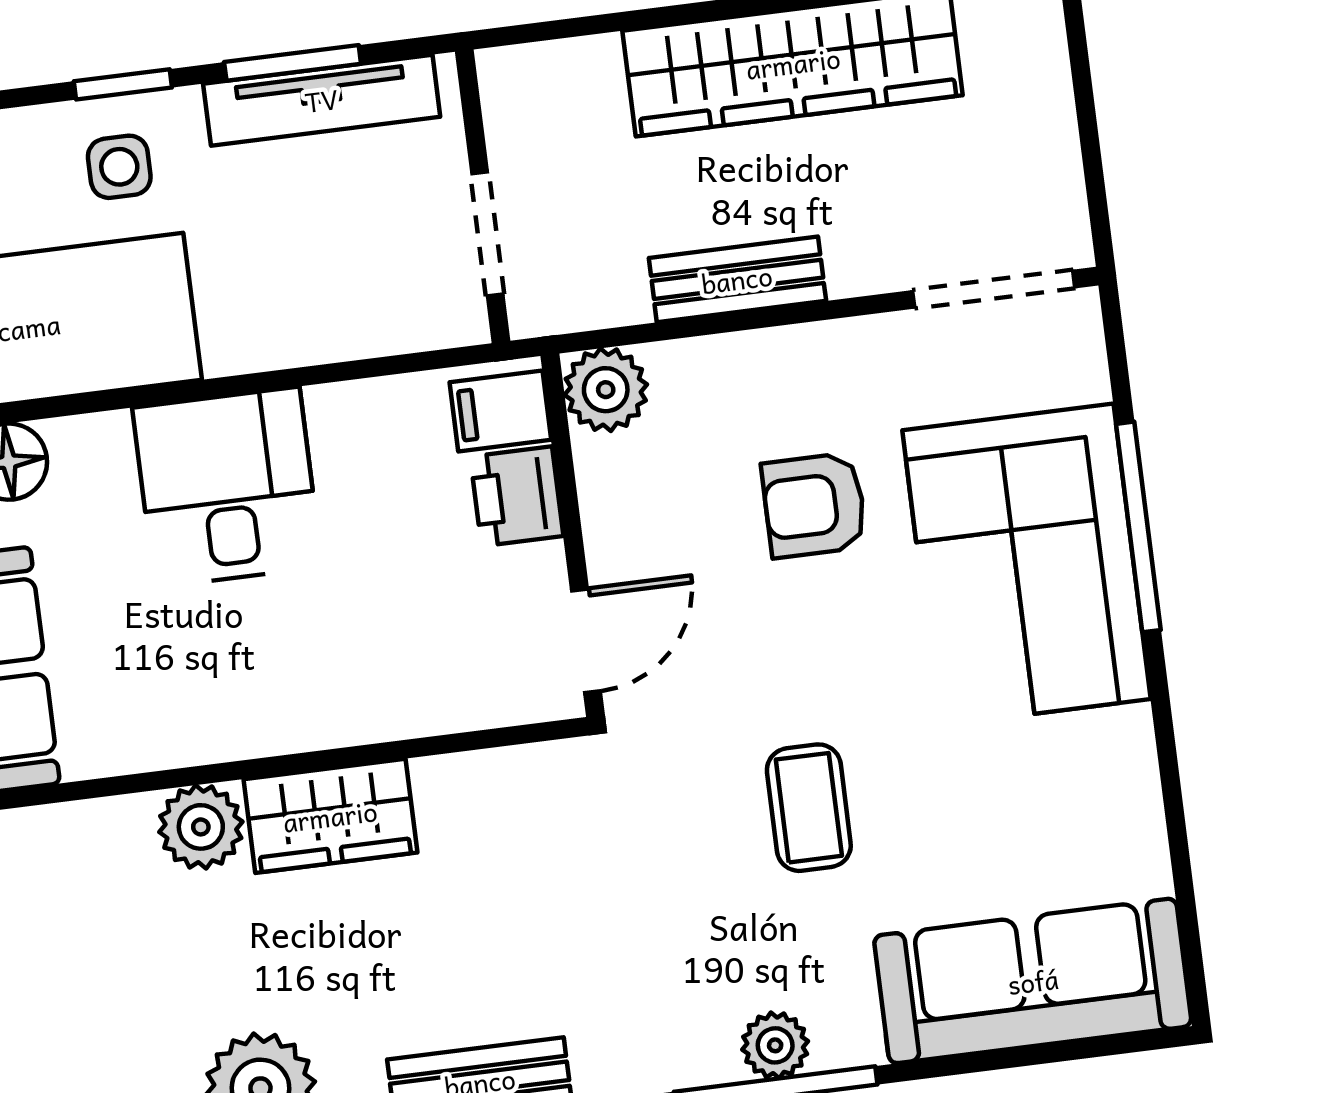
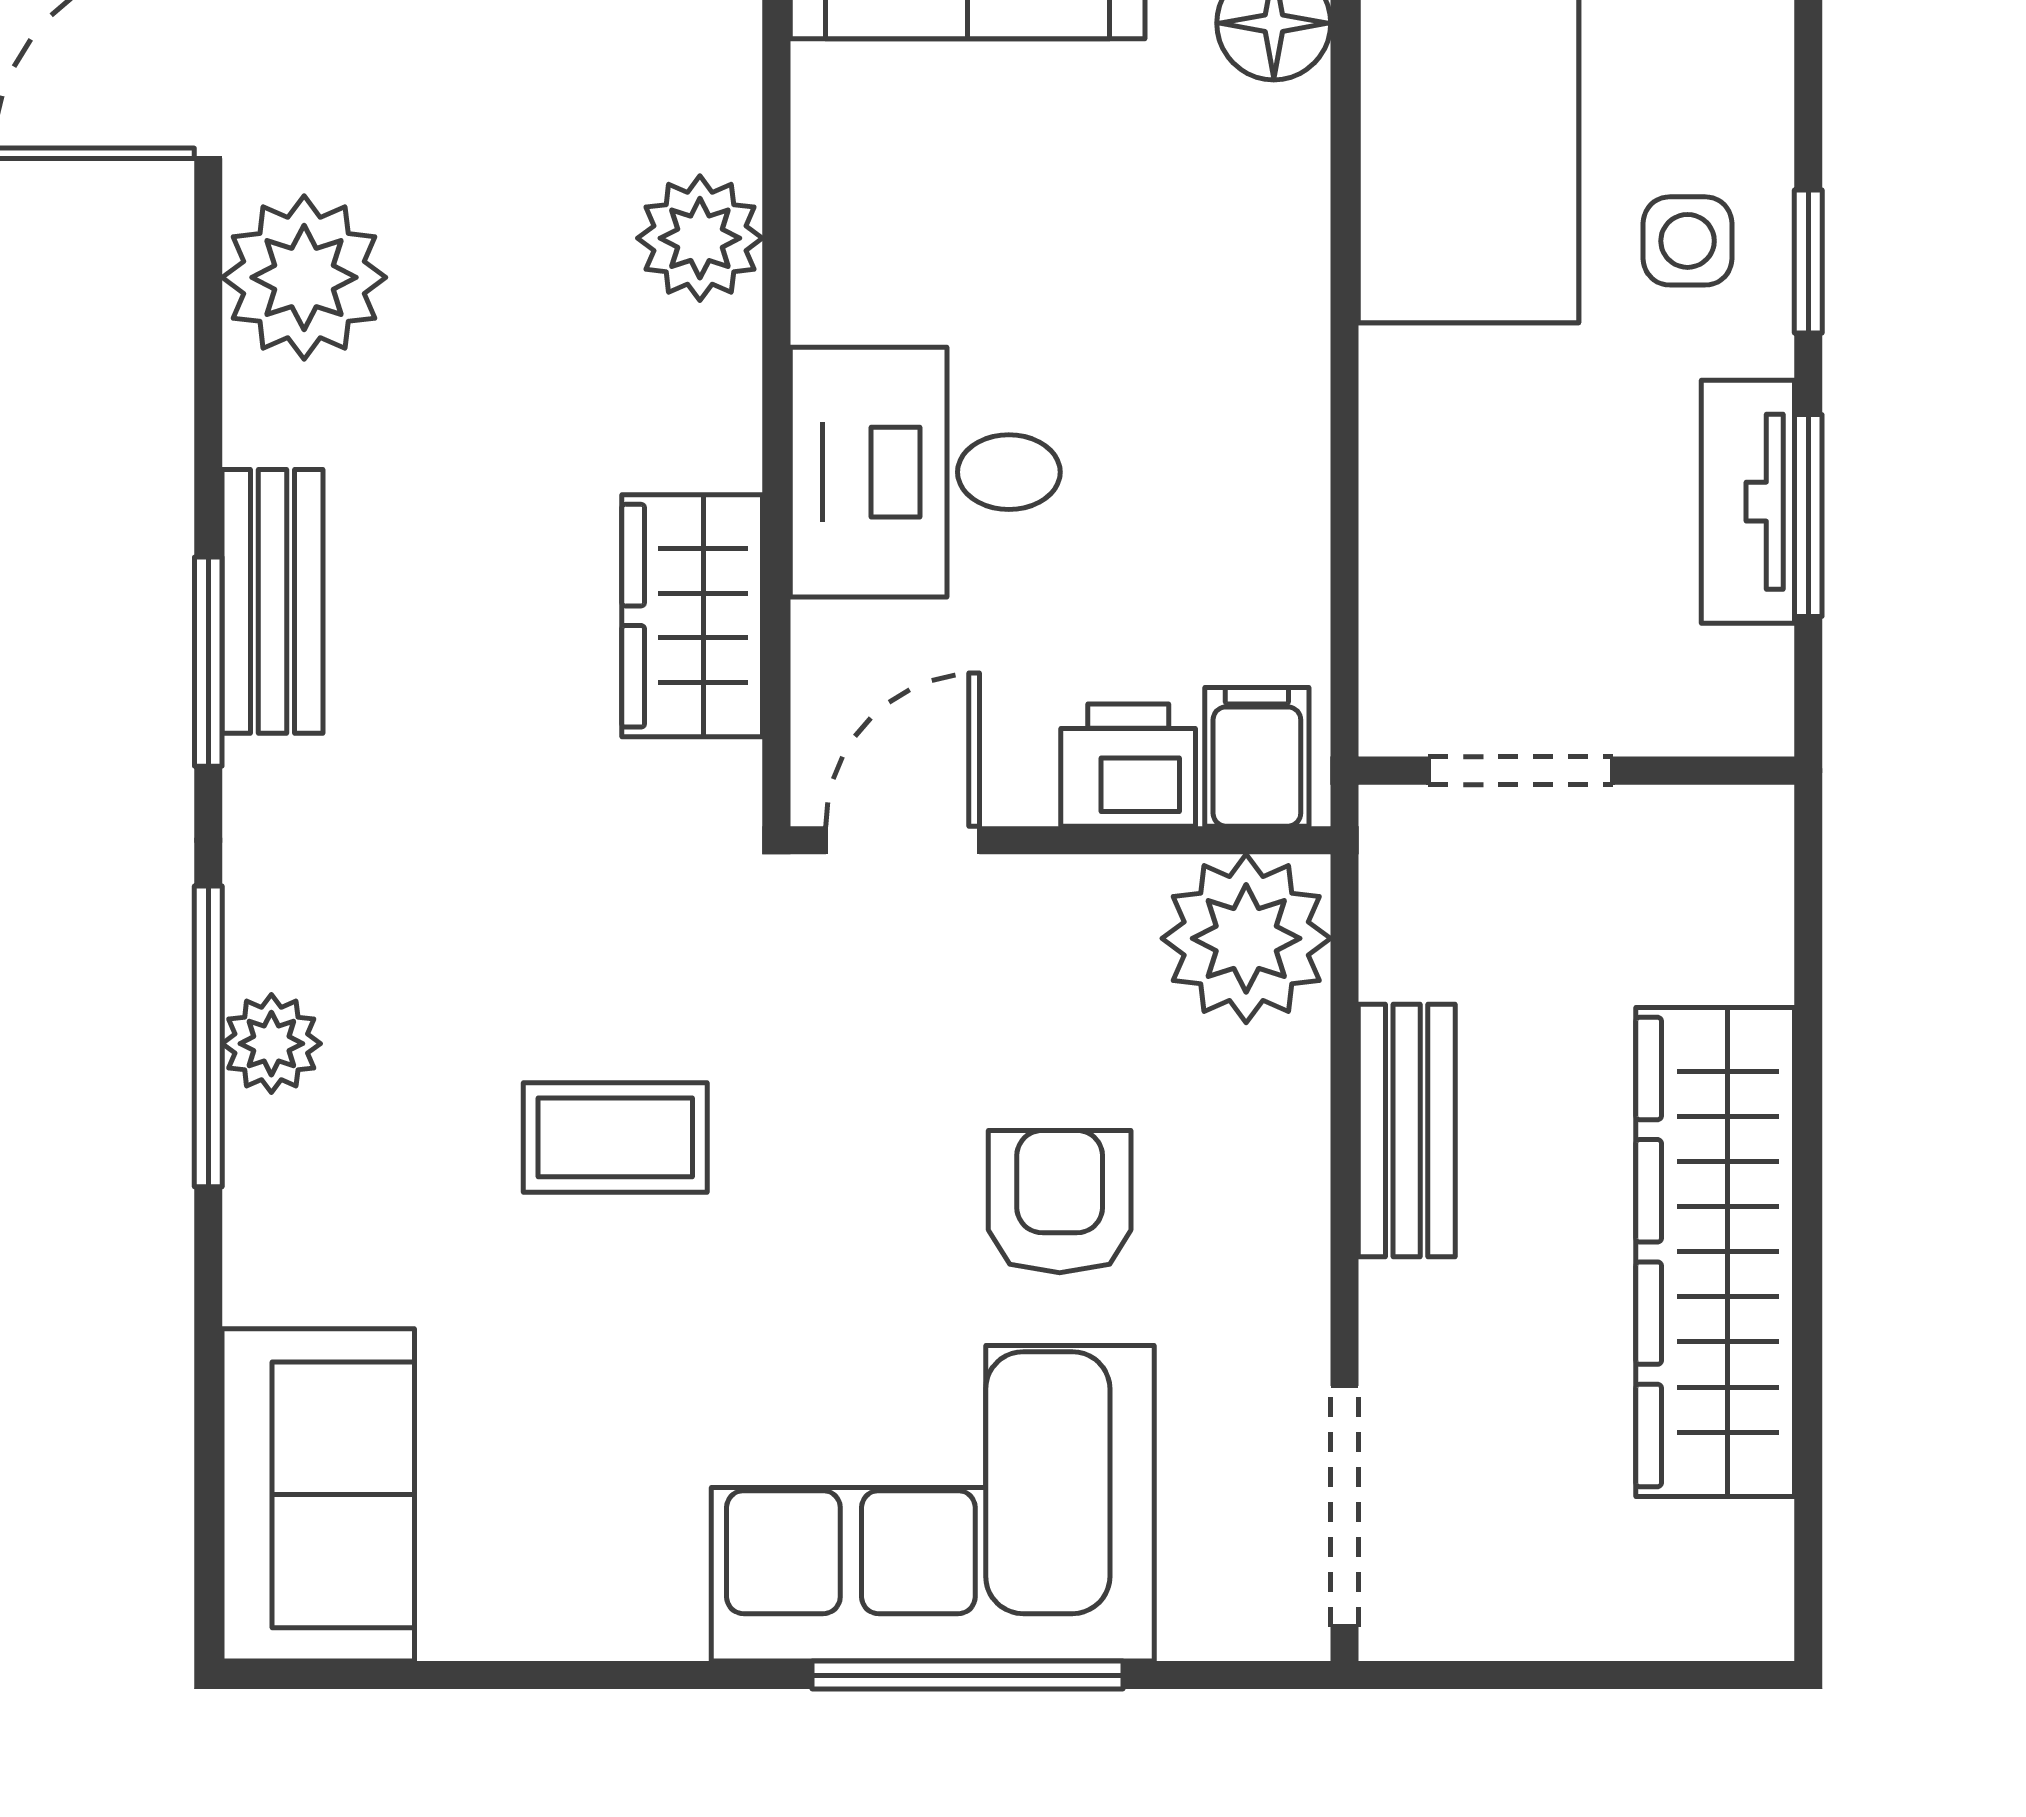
tv unit: (322, 100) -> (1748, 502), width x0.71
plant: (606, 390) -> (1246, 938), width x1.36, depth x1.36
desk: (227, 487) -> (925, 472), moved, turned 180
door: (586, 641) -> (903, 840), swing flipped
wardrobe: (330, 816) -> (692, 616), moved
sofa: (1033, 981) -> (318, 1495), width x0.73

